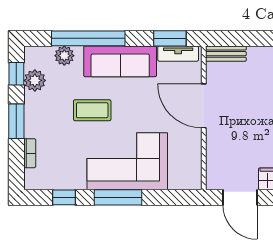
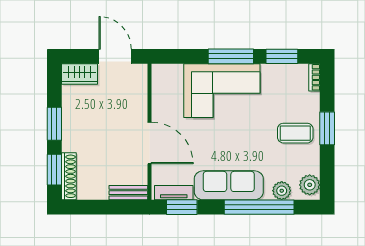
window: (16, 74) -> (327, 174), removed
plant: (35, 80) -> (310, 185), moved
coffee table: (92, 110) -> (295, 133), moved
bookcase: (30, 153) -> (314, 77), moved
window: (64, 197) -> (282, 56), width x1.50

